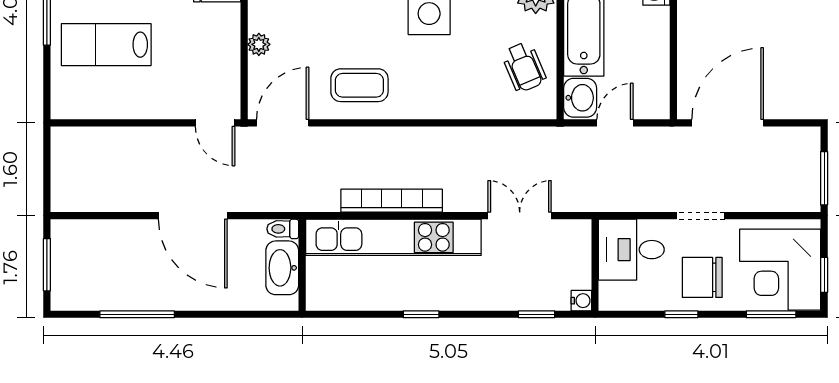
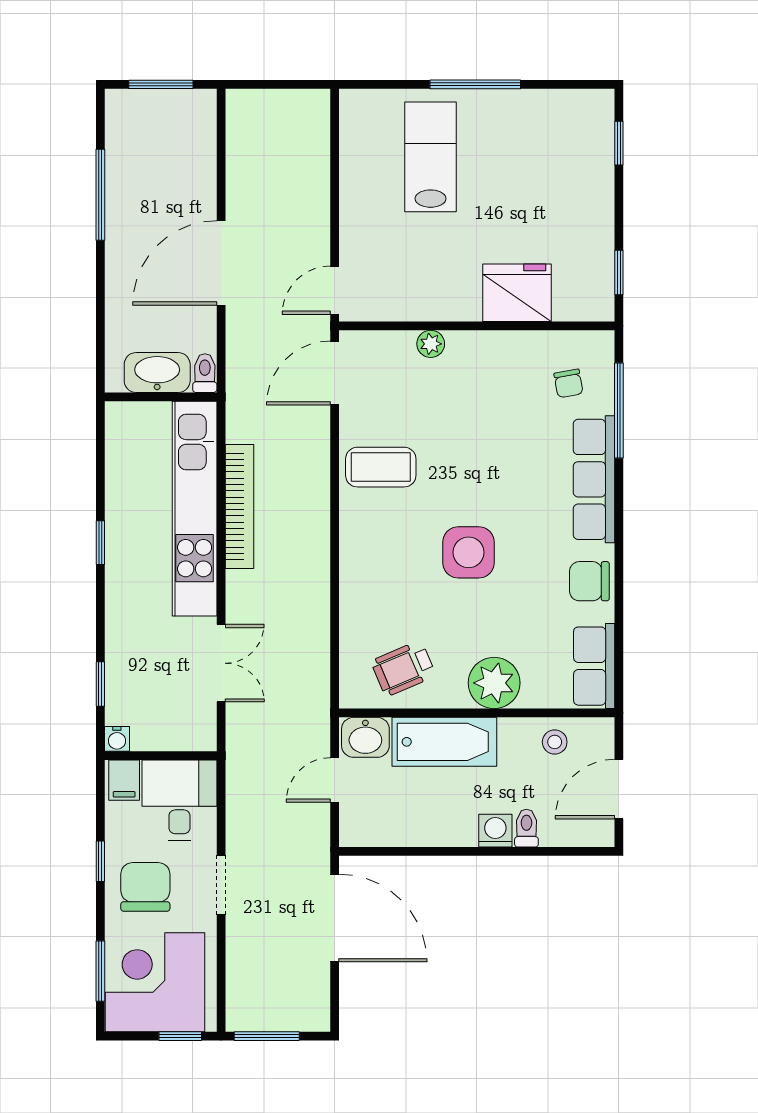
coffee table: (359, 85) -> (381, 467), turned 90
door: (283, 123) -> (335, 373), swing flipped
door: (615, 123) -> (335, 780), swing flipped
window: (824, 275) -> (180, 1036), moved
filing cabinet: (615, 295) -> (124, 780), added

